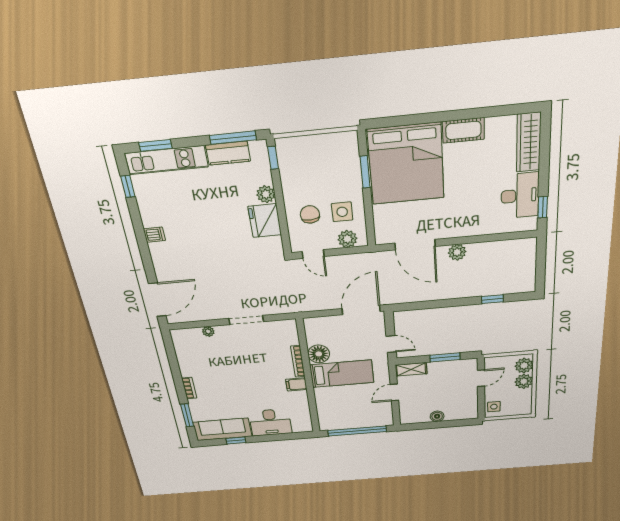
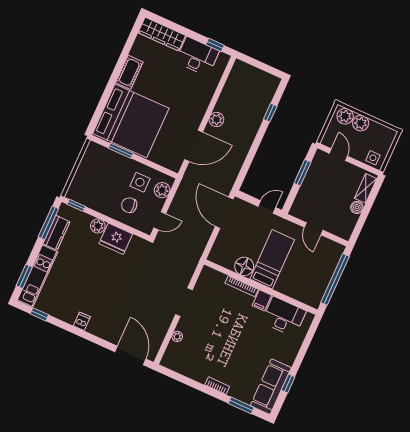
shelving: (411, 369) -> (366, 188), moved
desk: (270, 422) -> (284, 316), moved, turned -90

